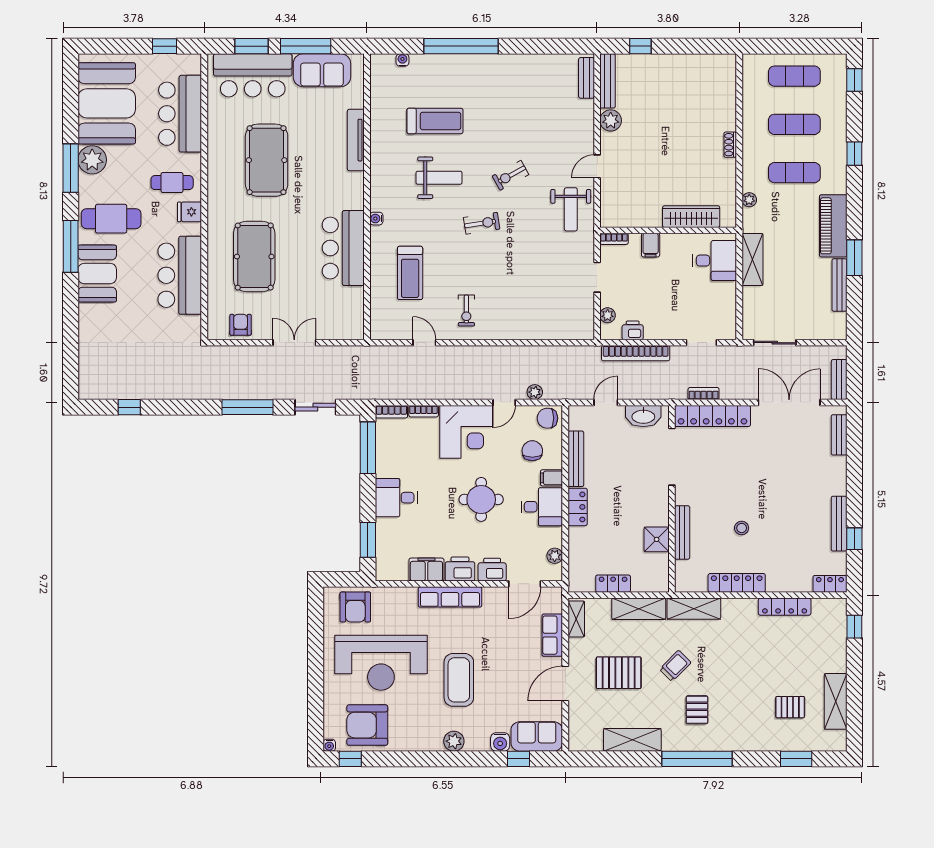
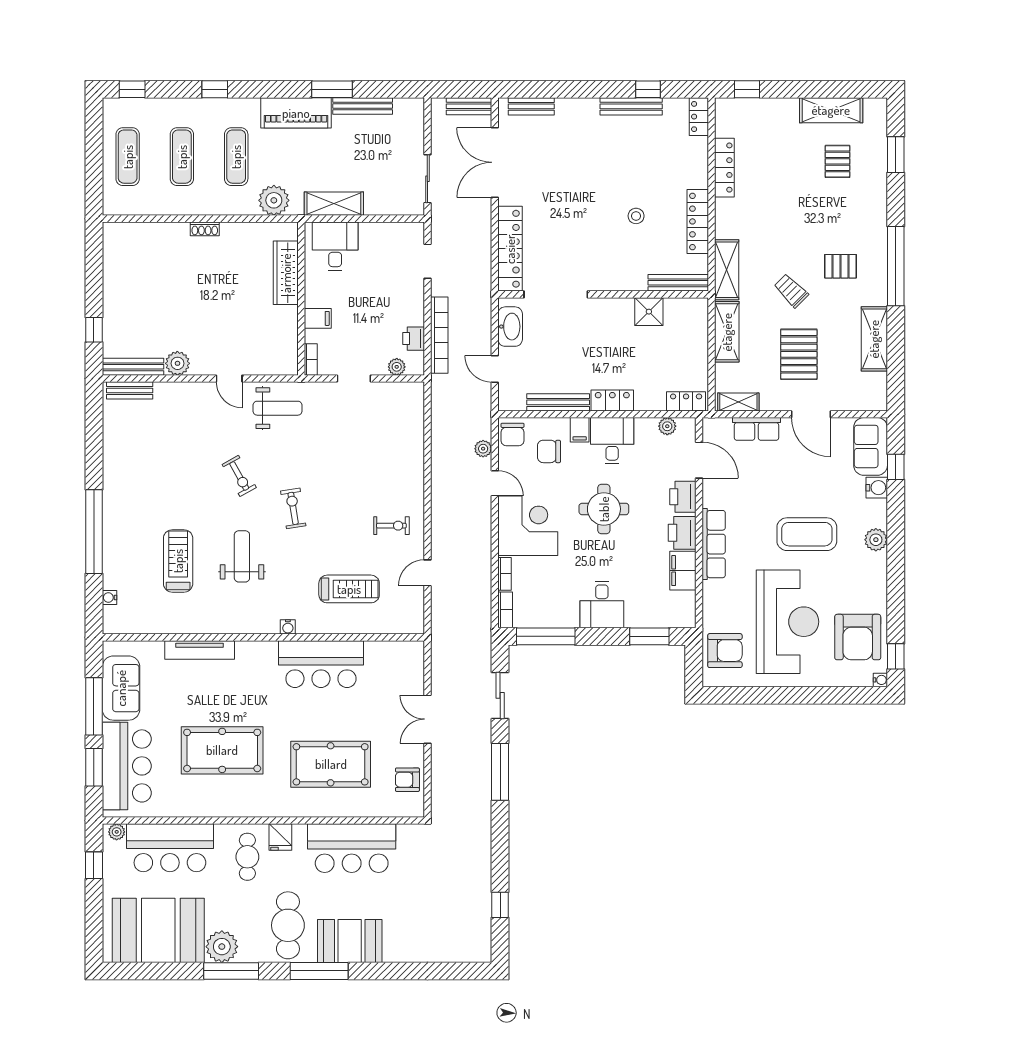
plant: (194, 66) -> (117, 832), added
plant: (749, 200) -> (274, 200), width x1.87, depth x1.87
bookcase: (704, 394) -> (485, 259), removed
bench: (682, 532) -> (678, 283), moved
locker: (613, 584) -> (686, 401), moved, turned 90

